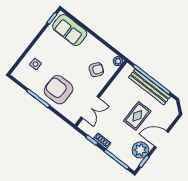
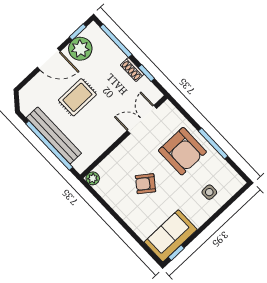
sofa: (70, 30) -> (171, 236), moved, turned -90
armchair: (96, 70) -> (145, 184), moved

